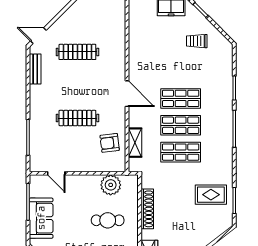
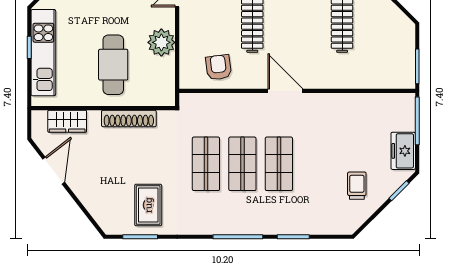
door: (127, 94) -> (285, 91), swing flipped
shelving: (135, 143) -> (219, 102), removed
plant: (111, 185) -> (161, 42), moved
cafe table: (108, 220) -> (113, 65), width x1.37, depth x1.35

